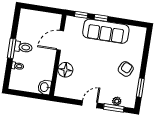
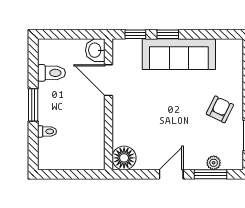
door: (60, 40) -> (109, 80), hinge flipped
toilet: (23, 47) -> (51, 73), moved
floor lamp: (65, 70) -> (124, 158), moved
washbasin: (45, 87) -> (95, 50), moved

